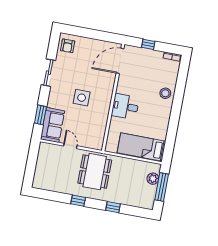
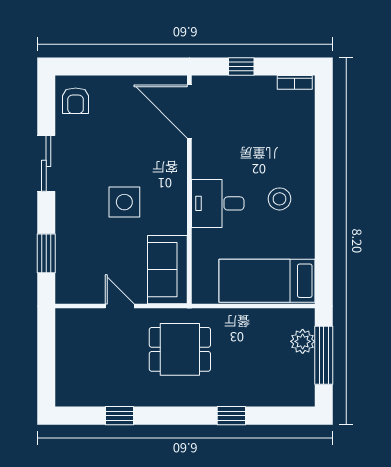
door: (120, 61) -> (189, 111), hinge flipped
stool: (165, 93) -> (279, 199), moved
sofa: (52, 125) -> (167, 270), moved, turned 180
dining table: (95, 172) -> (180, 349), width x0.73
window: (78, 201) -> (119, 416), moved

